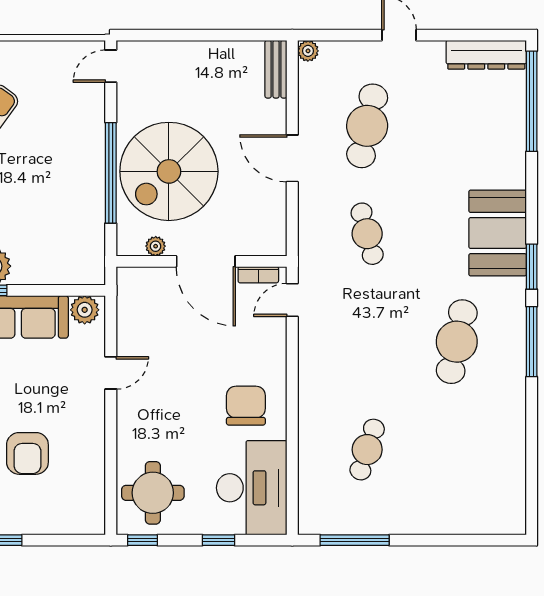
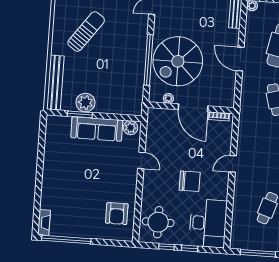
door: (292, 300) -> (233, 164), moved
door: (111, 373) -> (141, 160), hinge flipped
chair: (246, 406) -> (190, 181), moved, turned 90
armchair: (27, 453) -> (117, 214), moved
window: (142, 540) -> (167, 247), moved

